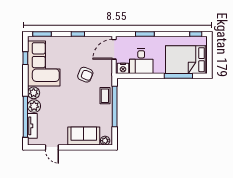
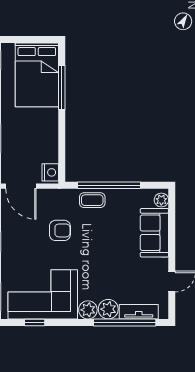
desk: (141, 61) -> (39, 144), removed
armchair: (85, 75) -> (60, 230), turned 68

